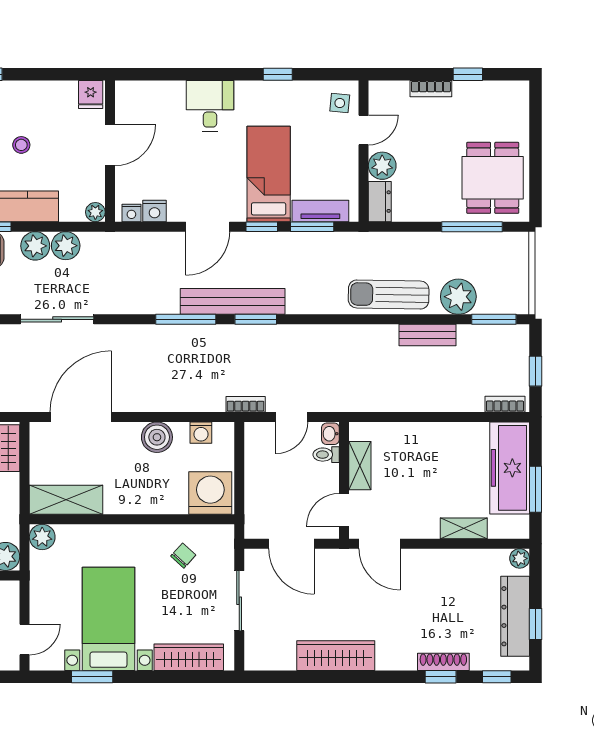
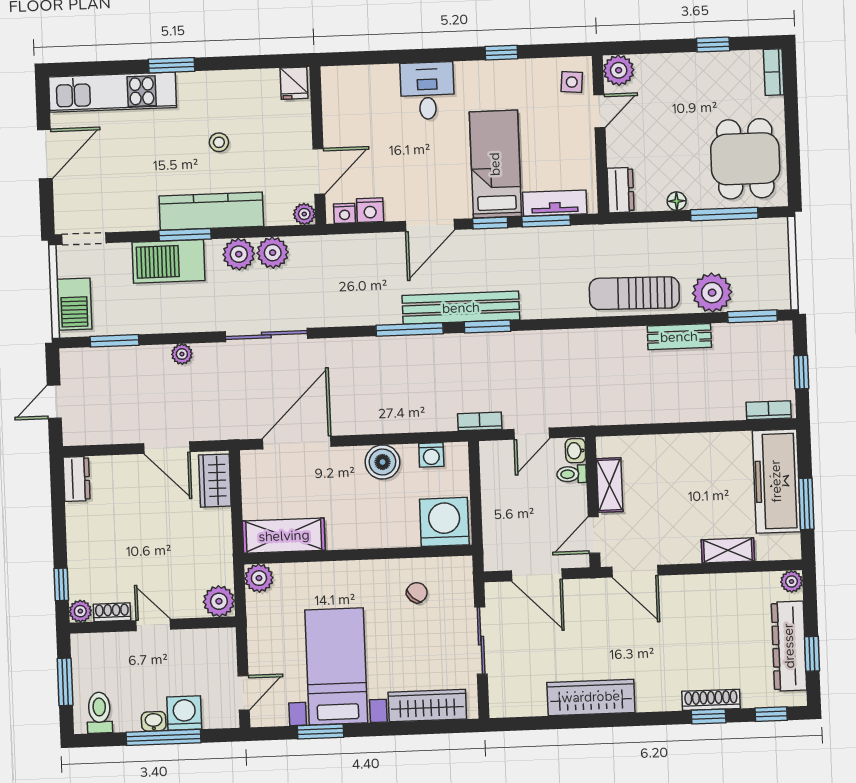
bookcase: (431, 89) -> (774, 72), moved, turned 90
door: (110, 145) -> (319, 171), moved
plant: (382, 166) -> (619, 70), moved
floor lamp: (430, 213) -> (677, 201), added

